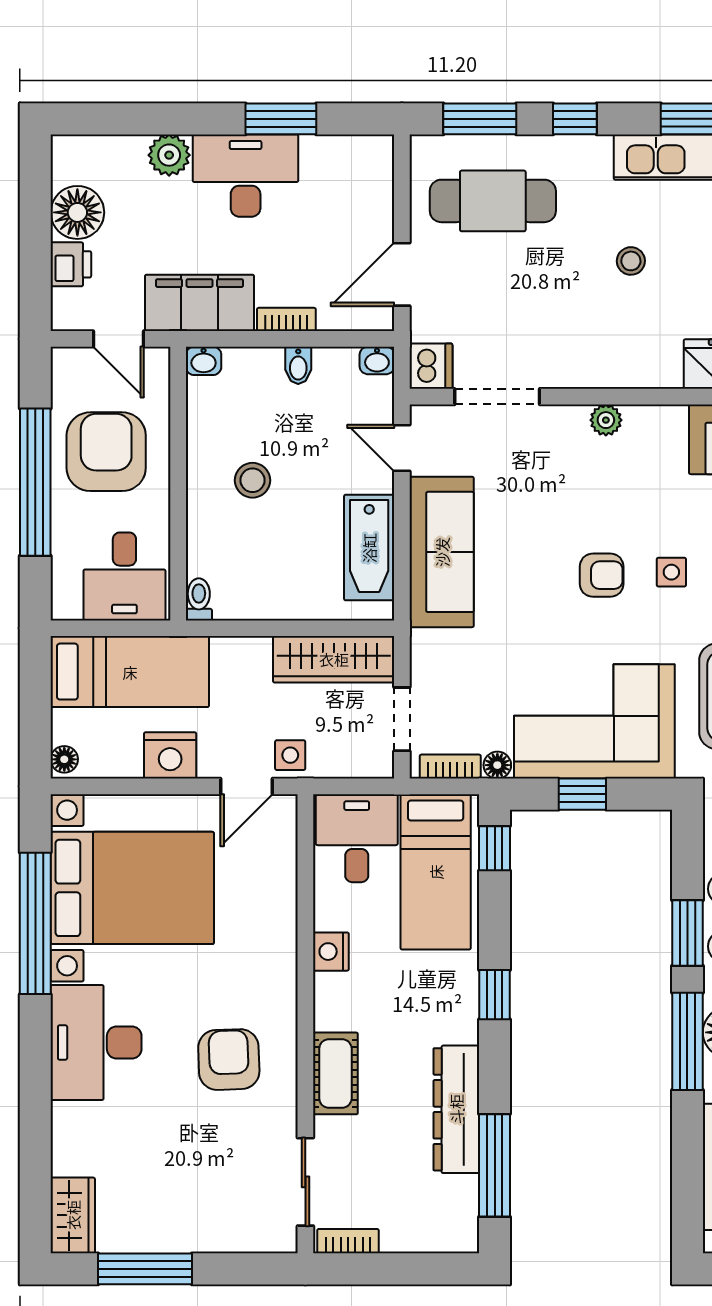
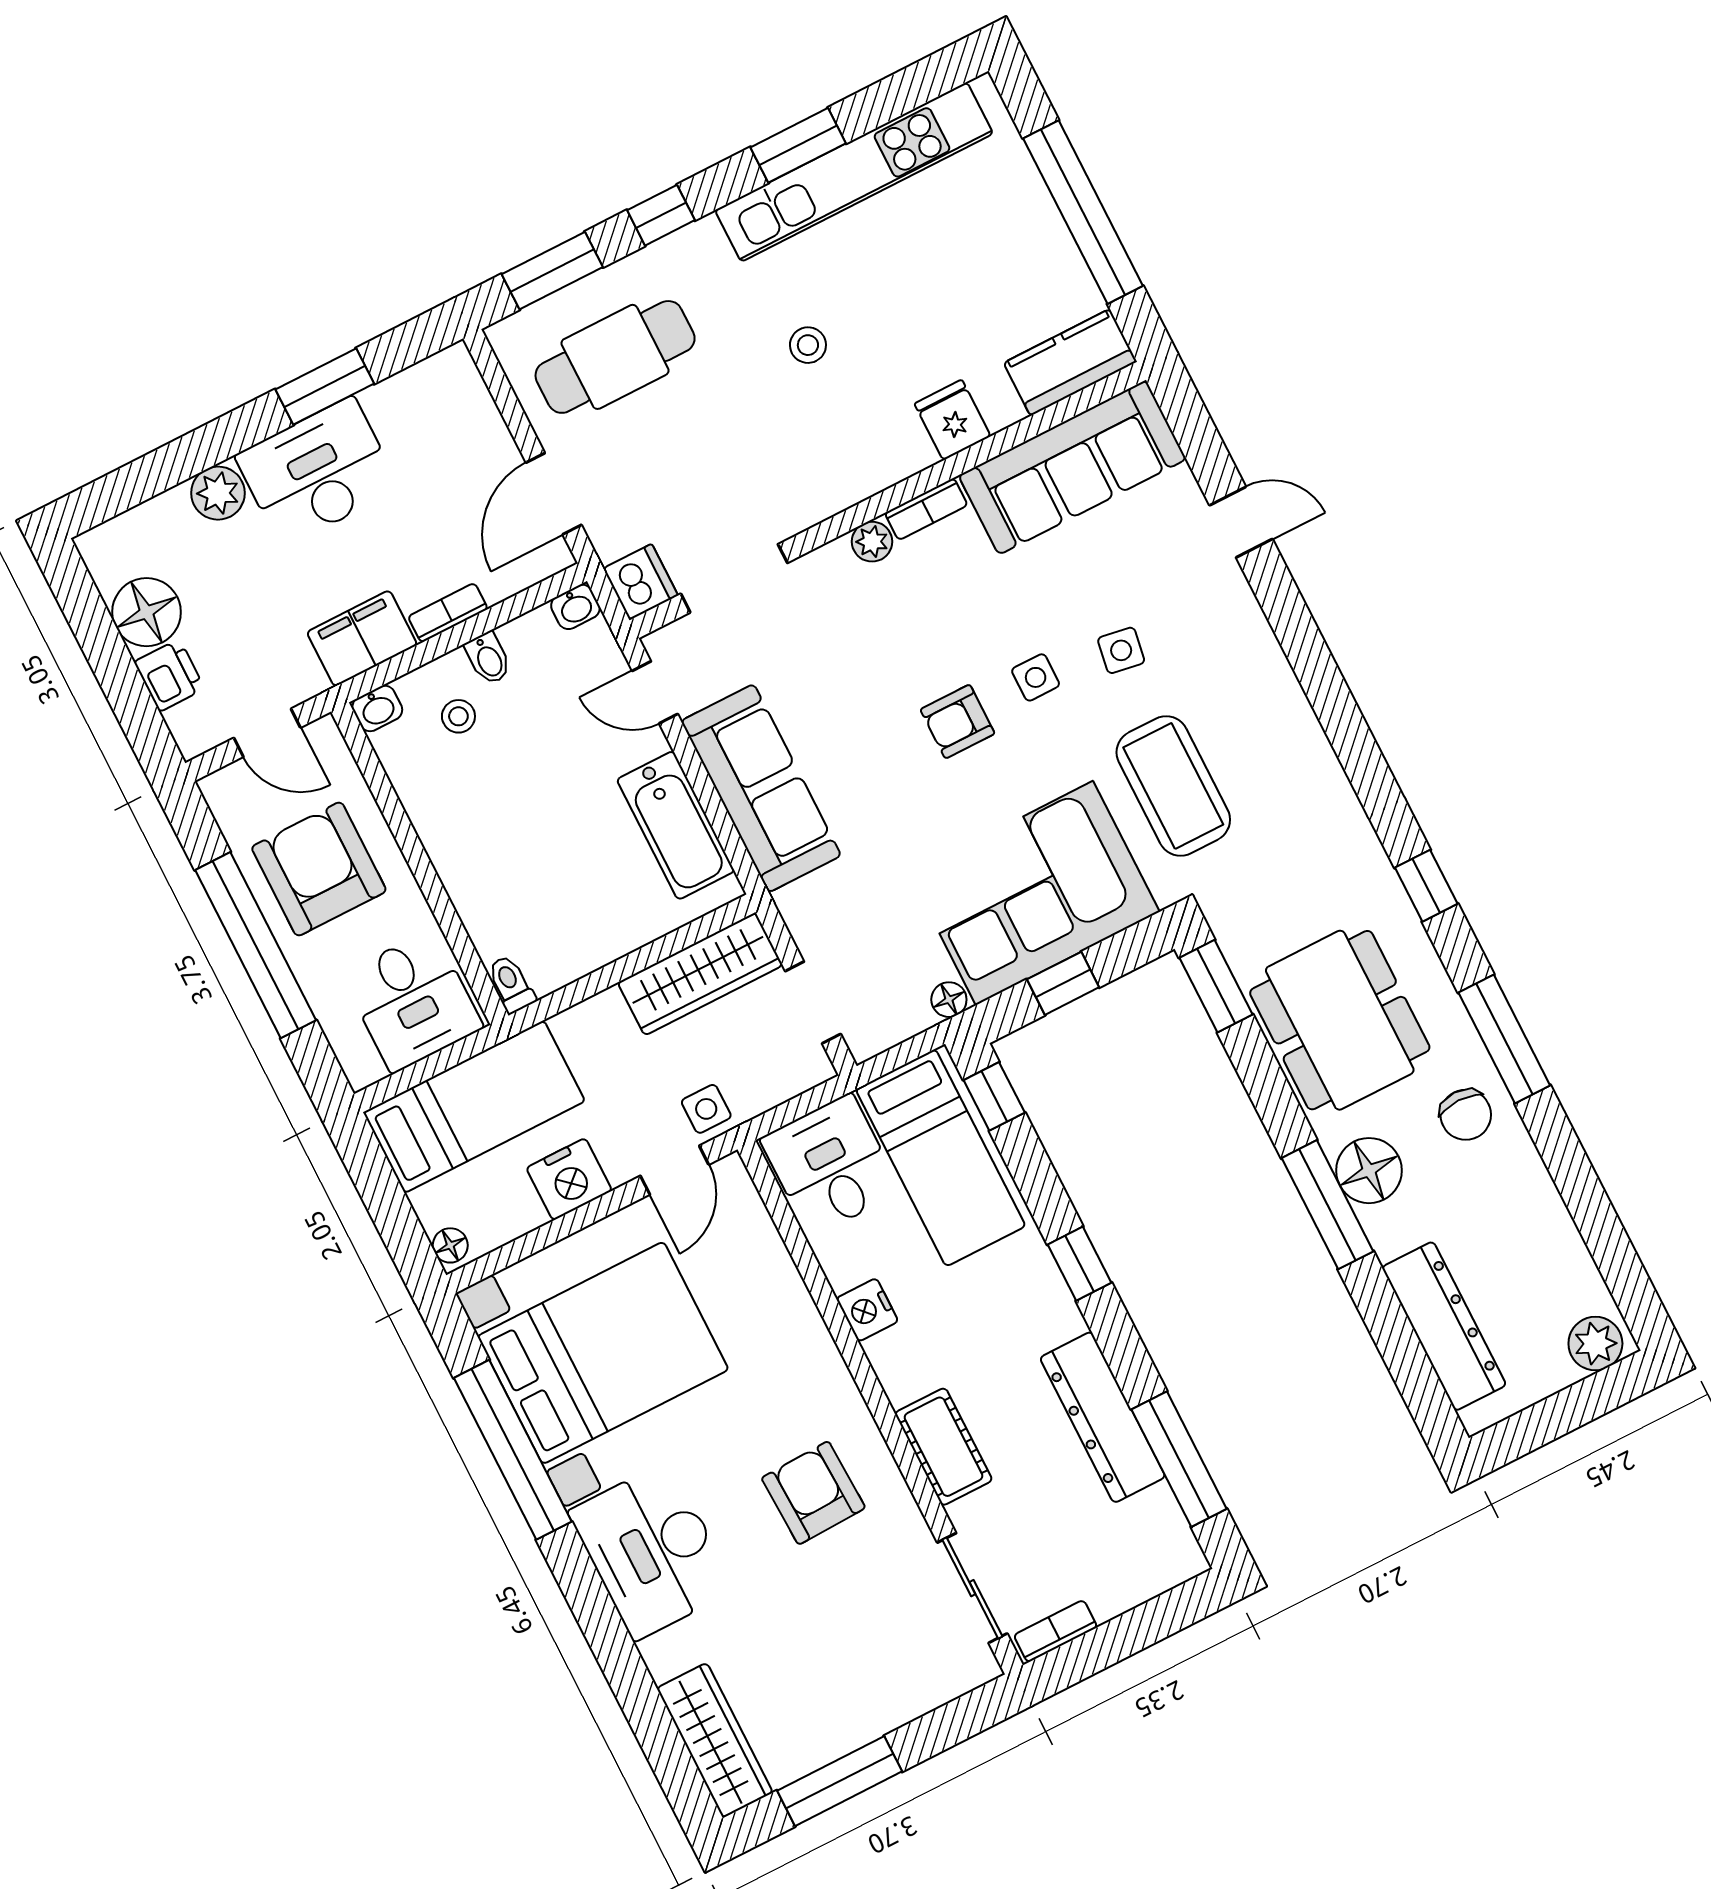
filing cabinet: (200, 303) -> (362, 638), width x0.67, depth x0.86
stool: (253, 480) -> (458, 716), moved, width x0.73, depth x0.73
armchair: (602, 575) -> (958, 722), turned 180
bookcase: (450, 767) -> (926, 509), moved, turned 180
window: (687, 933) -> (1216, 986), moved
wardrobe: (73, 1215) -> (715, 1740), width x1.50

